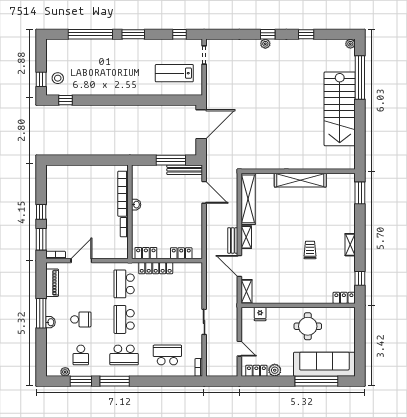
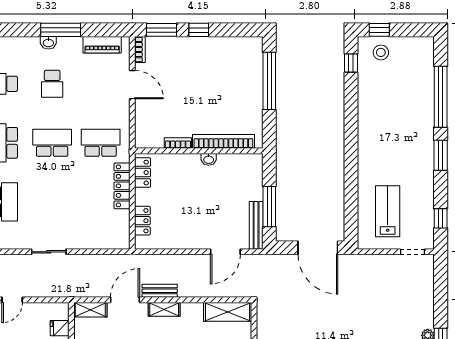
window: (79, 160) -> (269, 81), added
shelving: (248, 199) -> (228, 312), width x0.68

